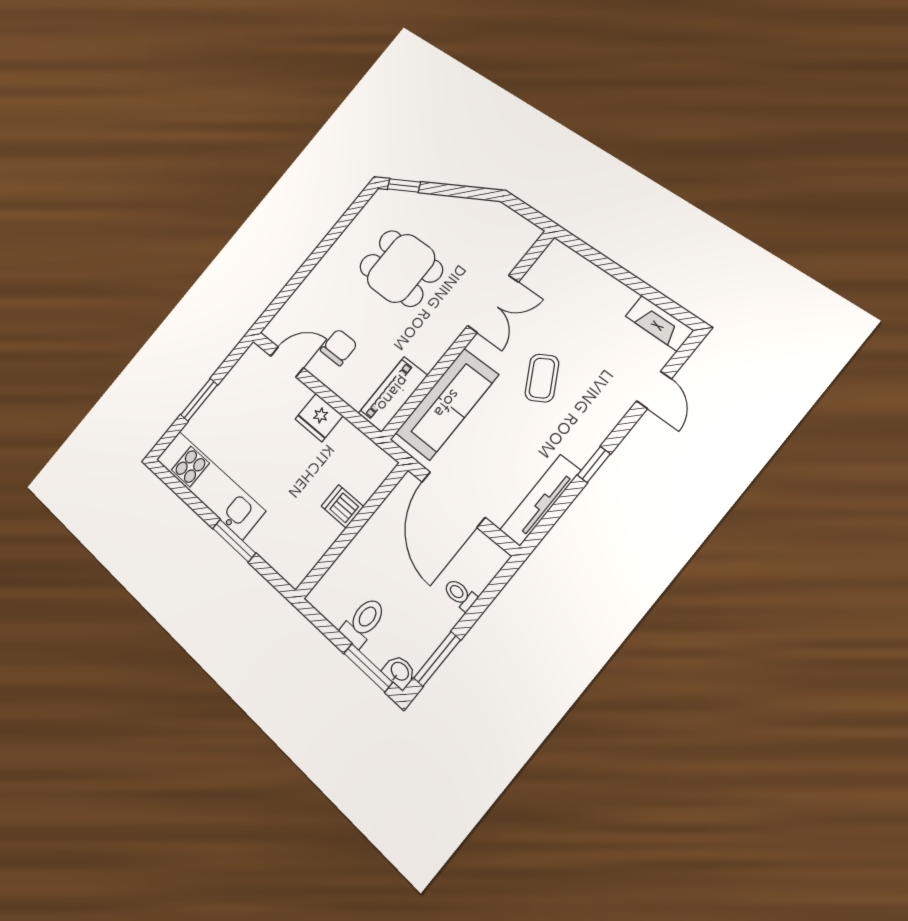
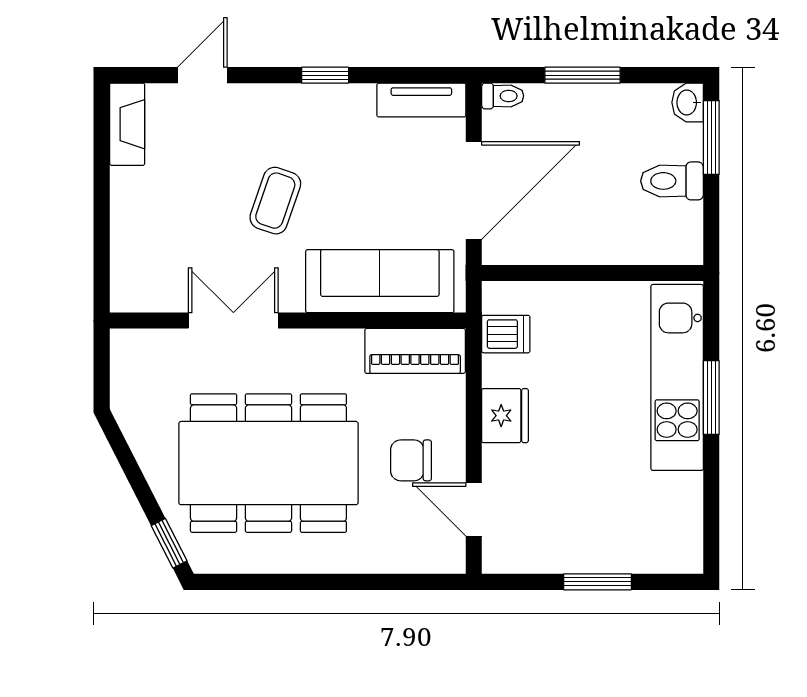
dining table: (401, 268) -> (268, 463), width x1.88, depth x1.24
coffee table: (542, 378) -> (275, 201), turned -41
kitchen unit: (210, 485) -> (677, 377), moved
tv unit: (540, 500) -> (421, 100), width x0.71
dishwasher: (342, 506) -> (506, 334), moved, turned -90
toilet: (460, 595) -> (503, 96), moved, turned -90
window: (437, 659) -> (583, 75), moved

